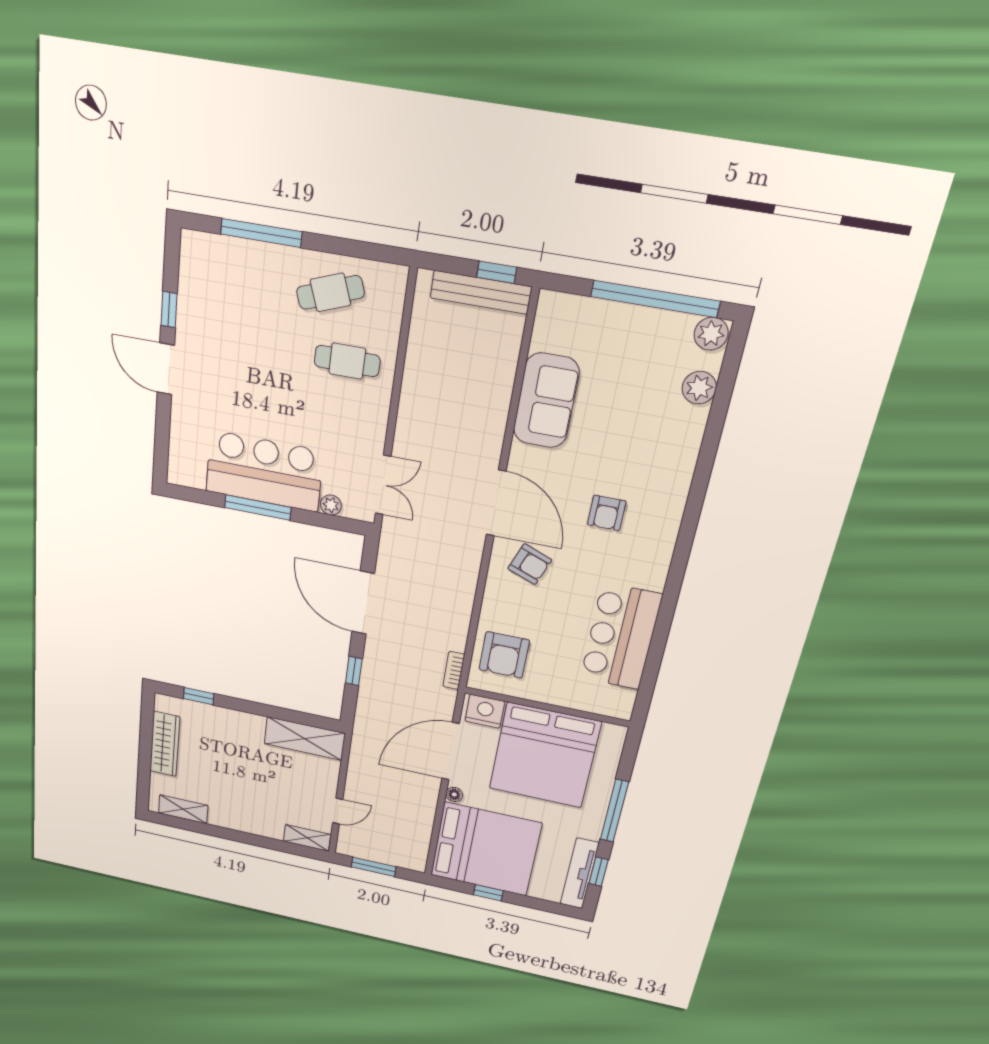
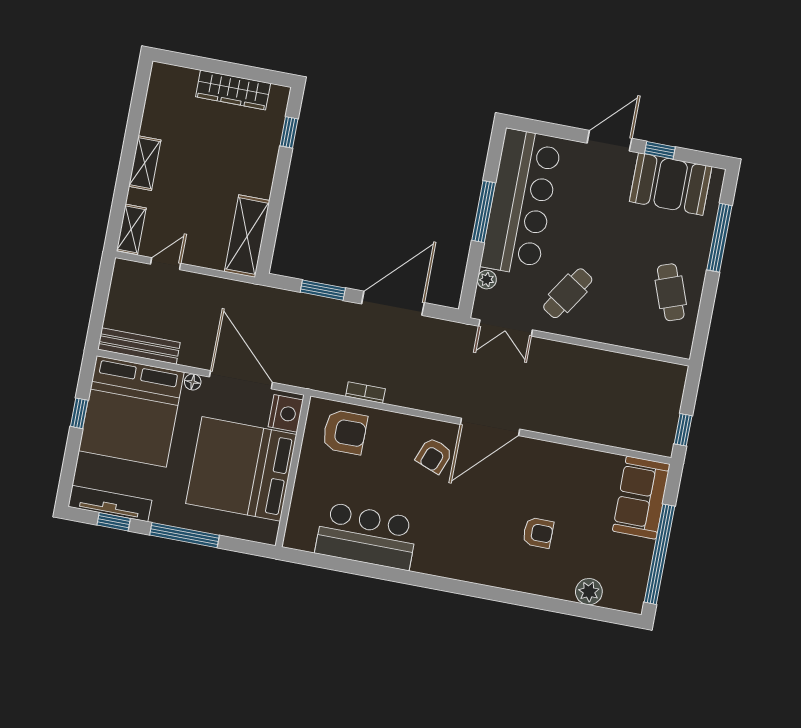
bench: (481, 292) -> (139, 346), moved, turned 90
booth: (205, 296) -> (671, 184), added
plant: (711, 334) -> (632, 599), removed
cafe table: (347, 361) -> (568, 293), moved, turned 33
sofa: (546, 401) -> (641, 498), moved, turned 90
bar counter: (264, 471) -> (521, 202), width x1.36
armchair: (607, 513) -> (538, 533), moved, turned 180
armchair: (504, 655) -> (345, 432), turned 180
bookcase: (454, 670) -> (365, 393), moved
window: (354, 671) -> (323, 290), width x1.50
shelving: (183, 809) -> (145, 163), moved
door: (338, 811) -> (166, 264), swing flipped
window: (374, 867) -> (101, 297), removed

